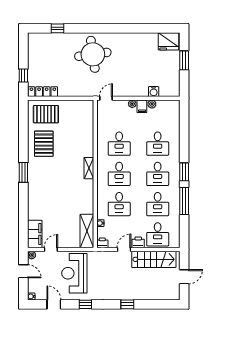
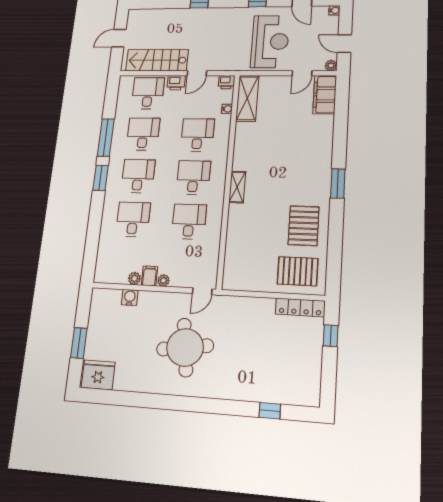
round table: (93, 54) -> (185, 347), moved

